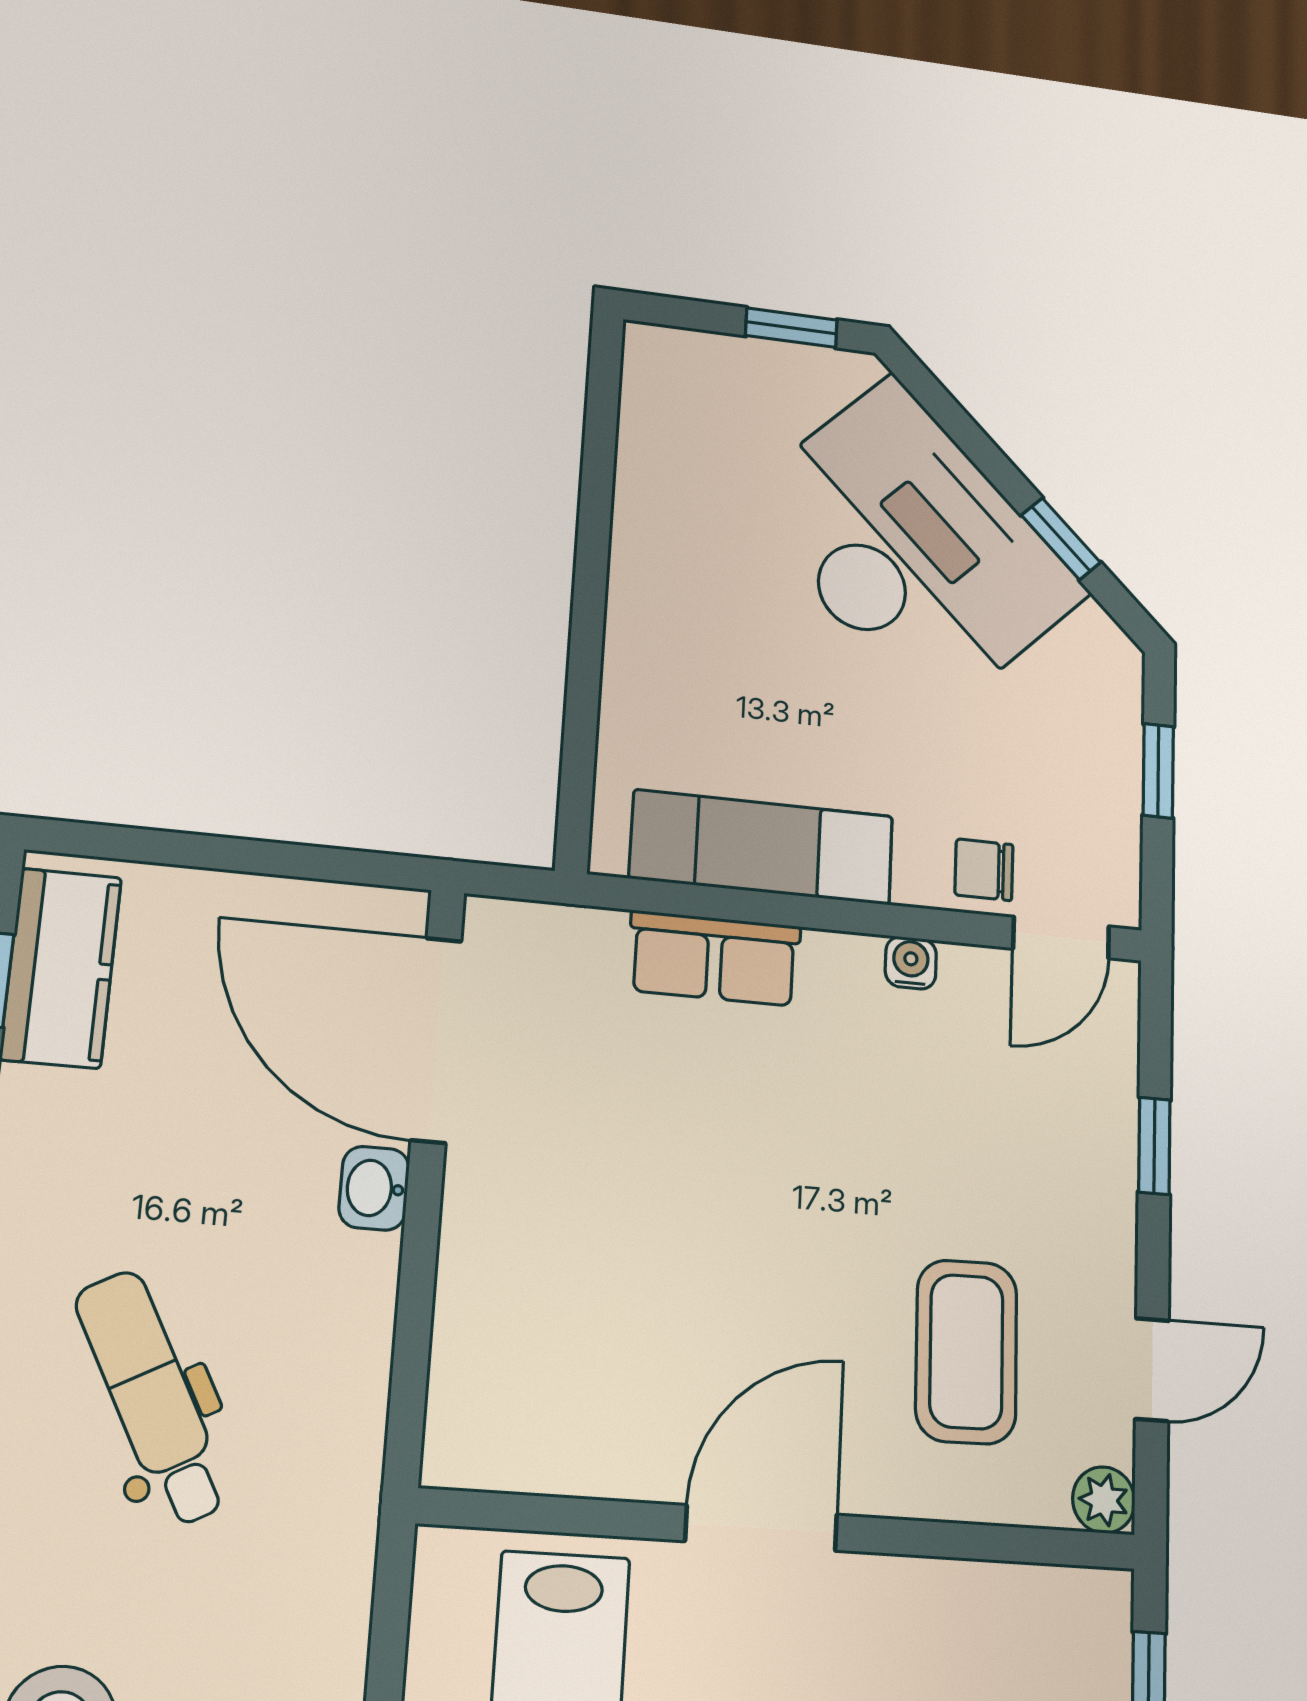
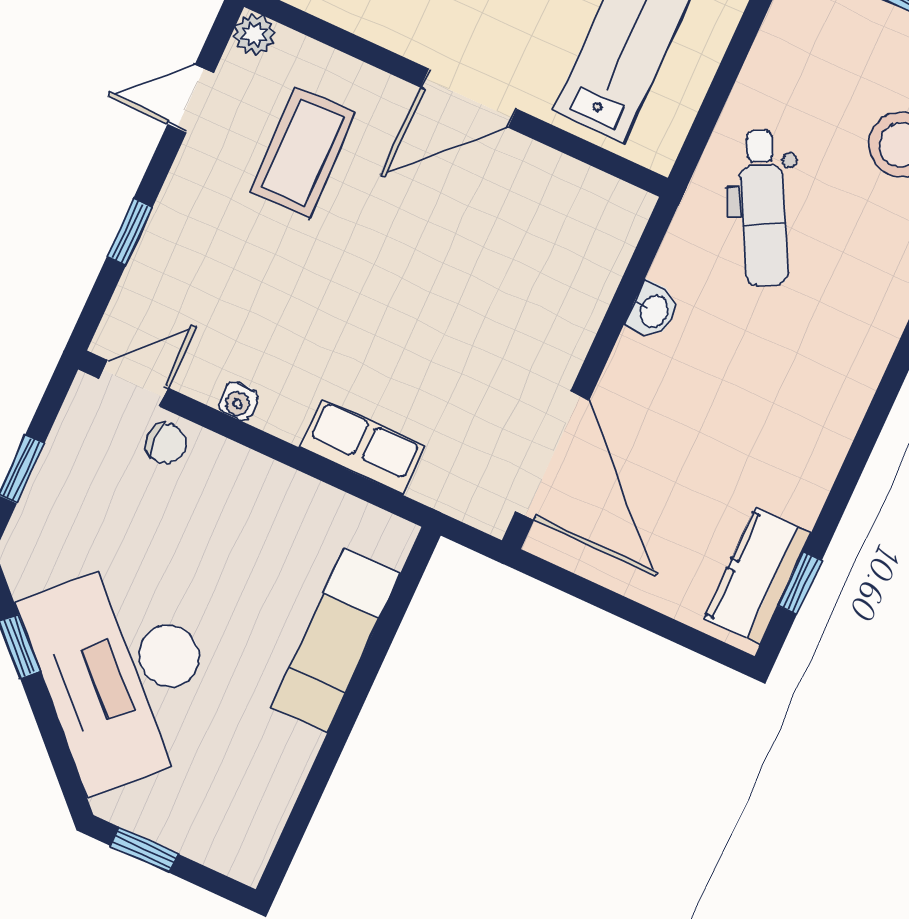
exam couch: (762, 847) -> (336, 641), moved, turned 90
washbasin: (374, 1188) -> (653, 310), moved
dental chair: (152, 1398) -> (763, 208), moved

